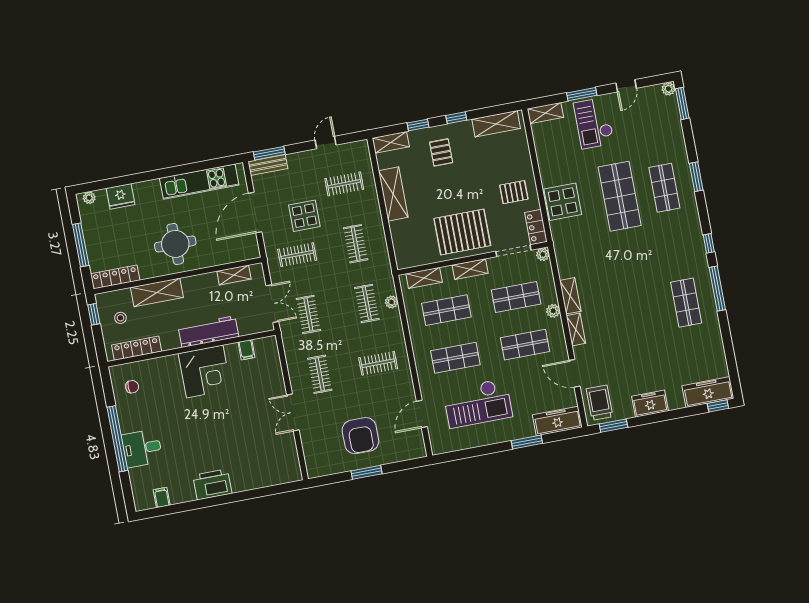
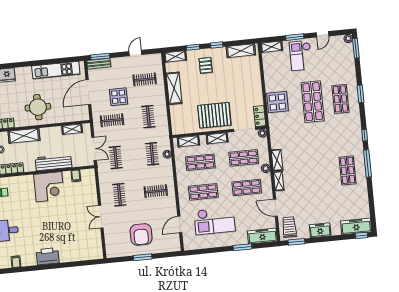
pallet: (514, 192) -> (248, 94), removed

